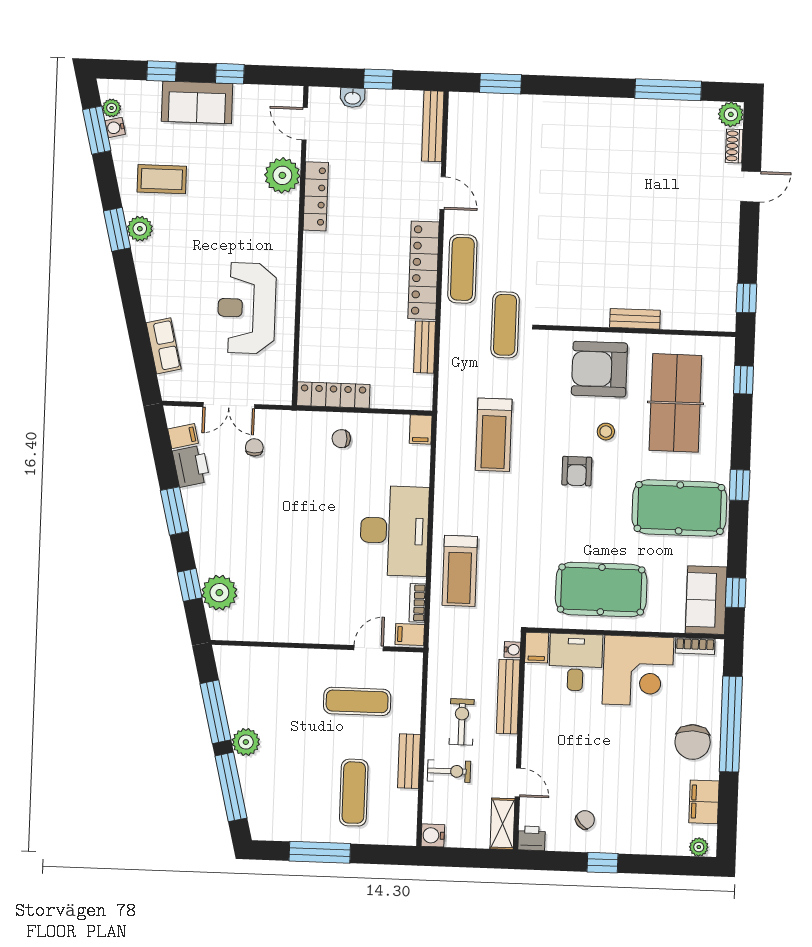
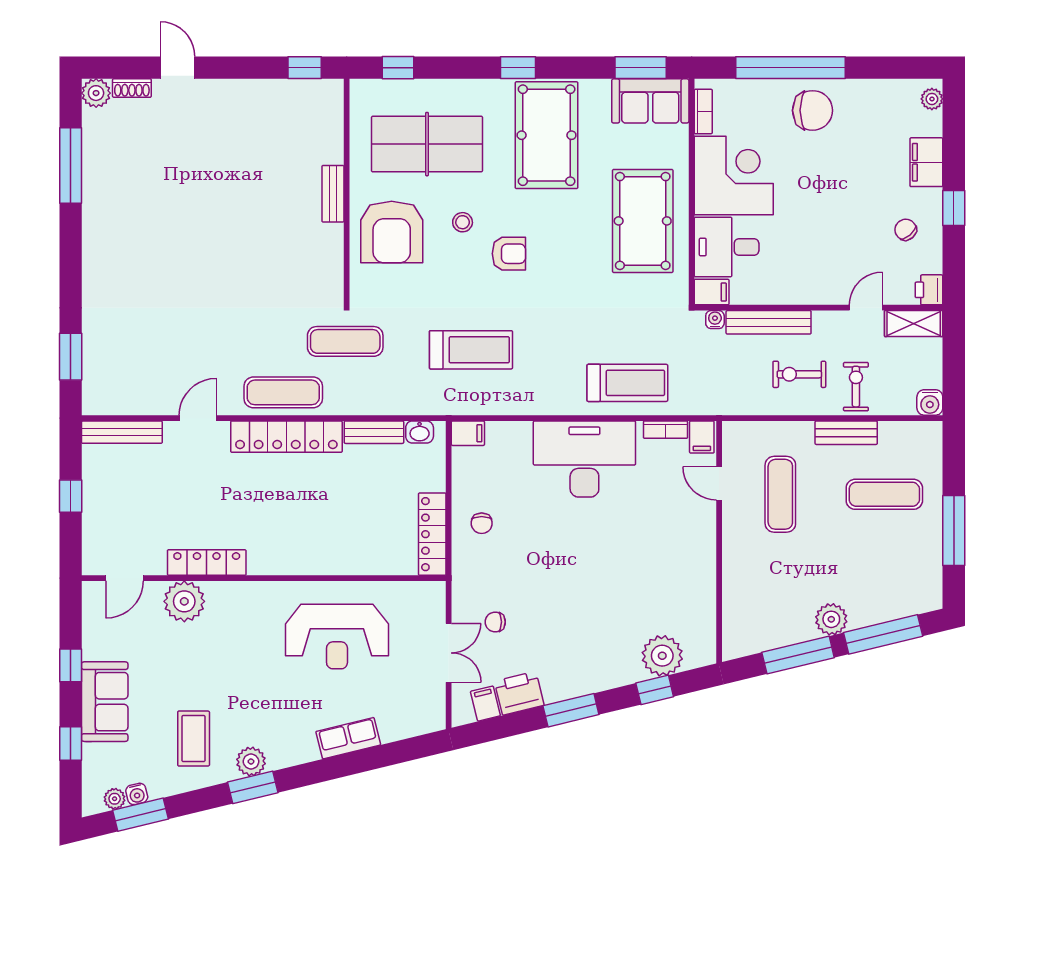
washbasin: (353, 98) -> (420, 432), moved, turned 90
row of seats: (164, 346) -> (348, 738), moved
window: (736, 593) -> (641, 68), width x1.50
filing cabinet: (704, 802) -> (926, 162), moved, turned 90

